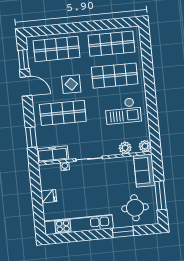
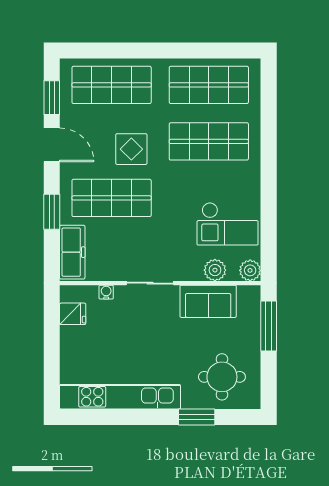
checkout: (123, 111) -> (228, 224), moved
window: (31, 137) -> (52, 212), moved
freezer: (53, 154) -> (72, 252), moved, turned 90
sofa: (144, 171) -> (208, 301), moved, turned -90
window: (160, 195) -> (269, 326), moved
fridge: (49, 196) -> (73, 314), moved

